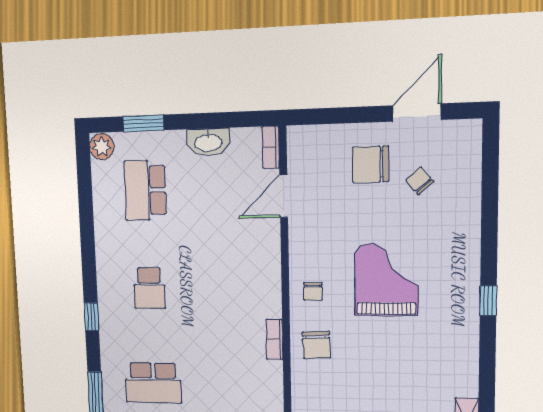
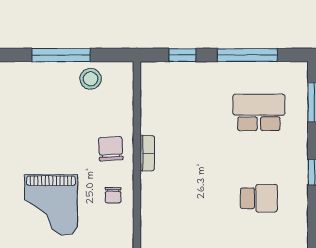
school desk: (149, 288) -> (259, 198), turned 90
chair: (313, 291) -> (113, 195), turned 180

